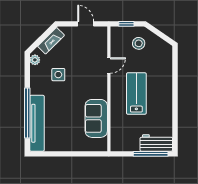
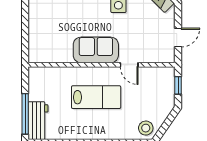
stool: (139, 43) -> (146, 128), moved
sofa: (96, 118) -> (96, 50), moved

